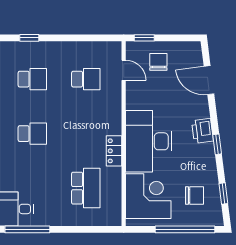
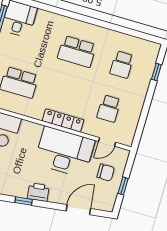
window: (144, 38) -> (123, 186), moved
school desk: (32, 134) -> (77, 51), width x1.85
desk: (149, 141) -> (64, 152), moved
locker: (114, 151) -> (63, 120), moved, width x1.53

